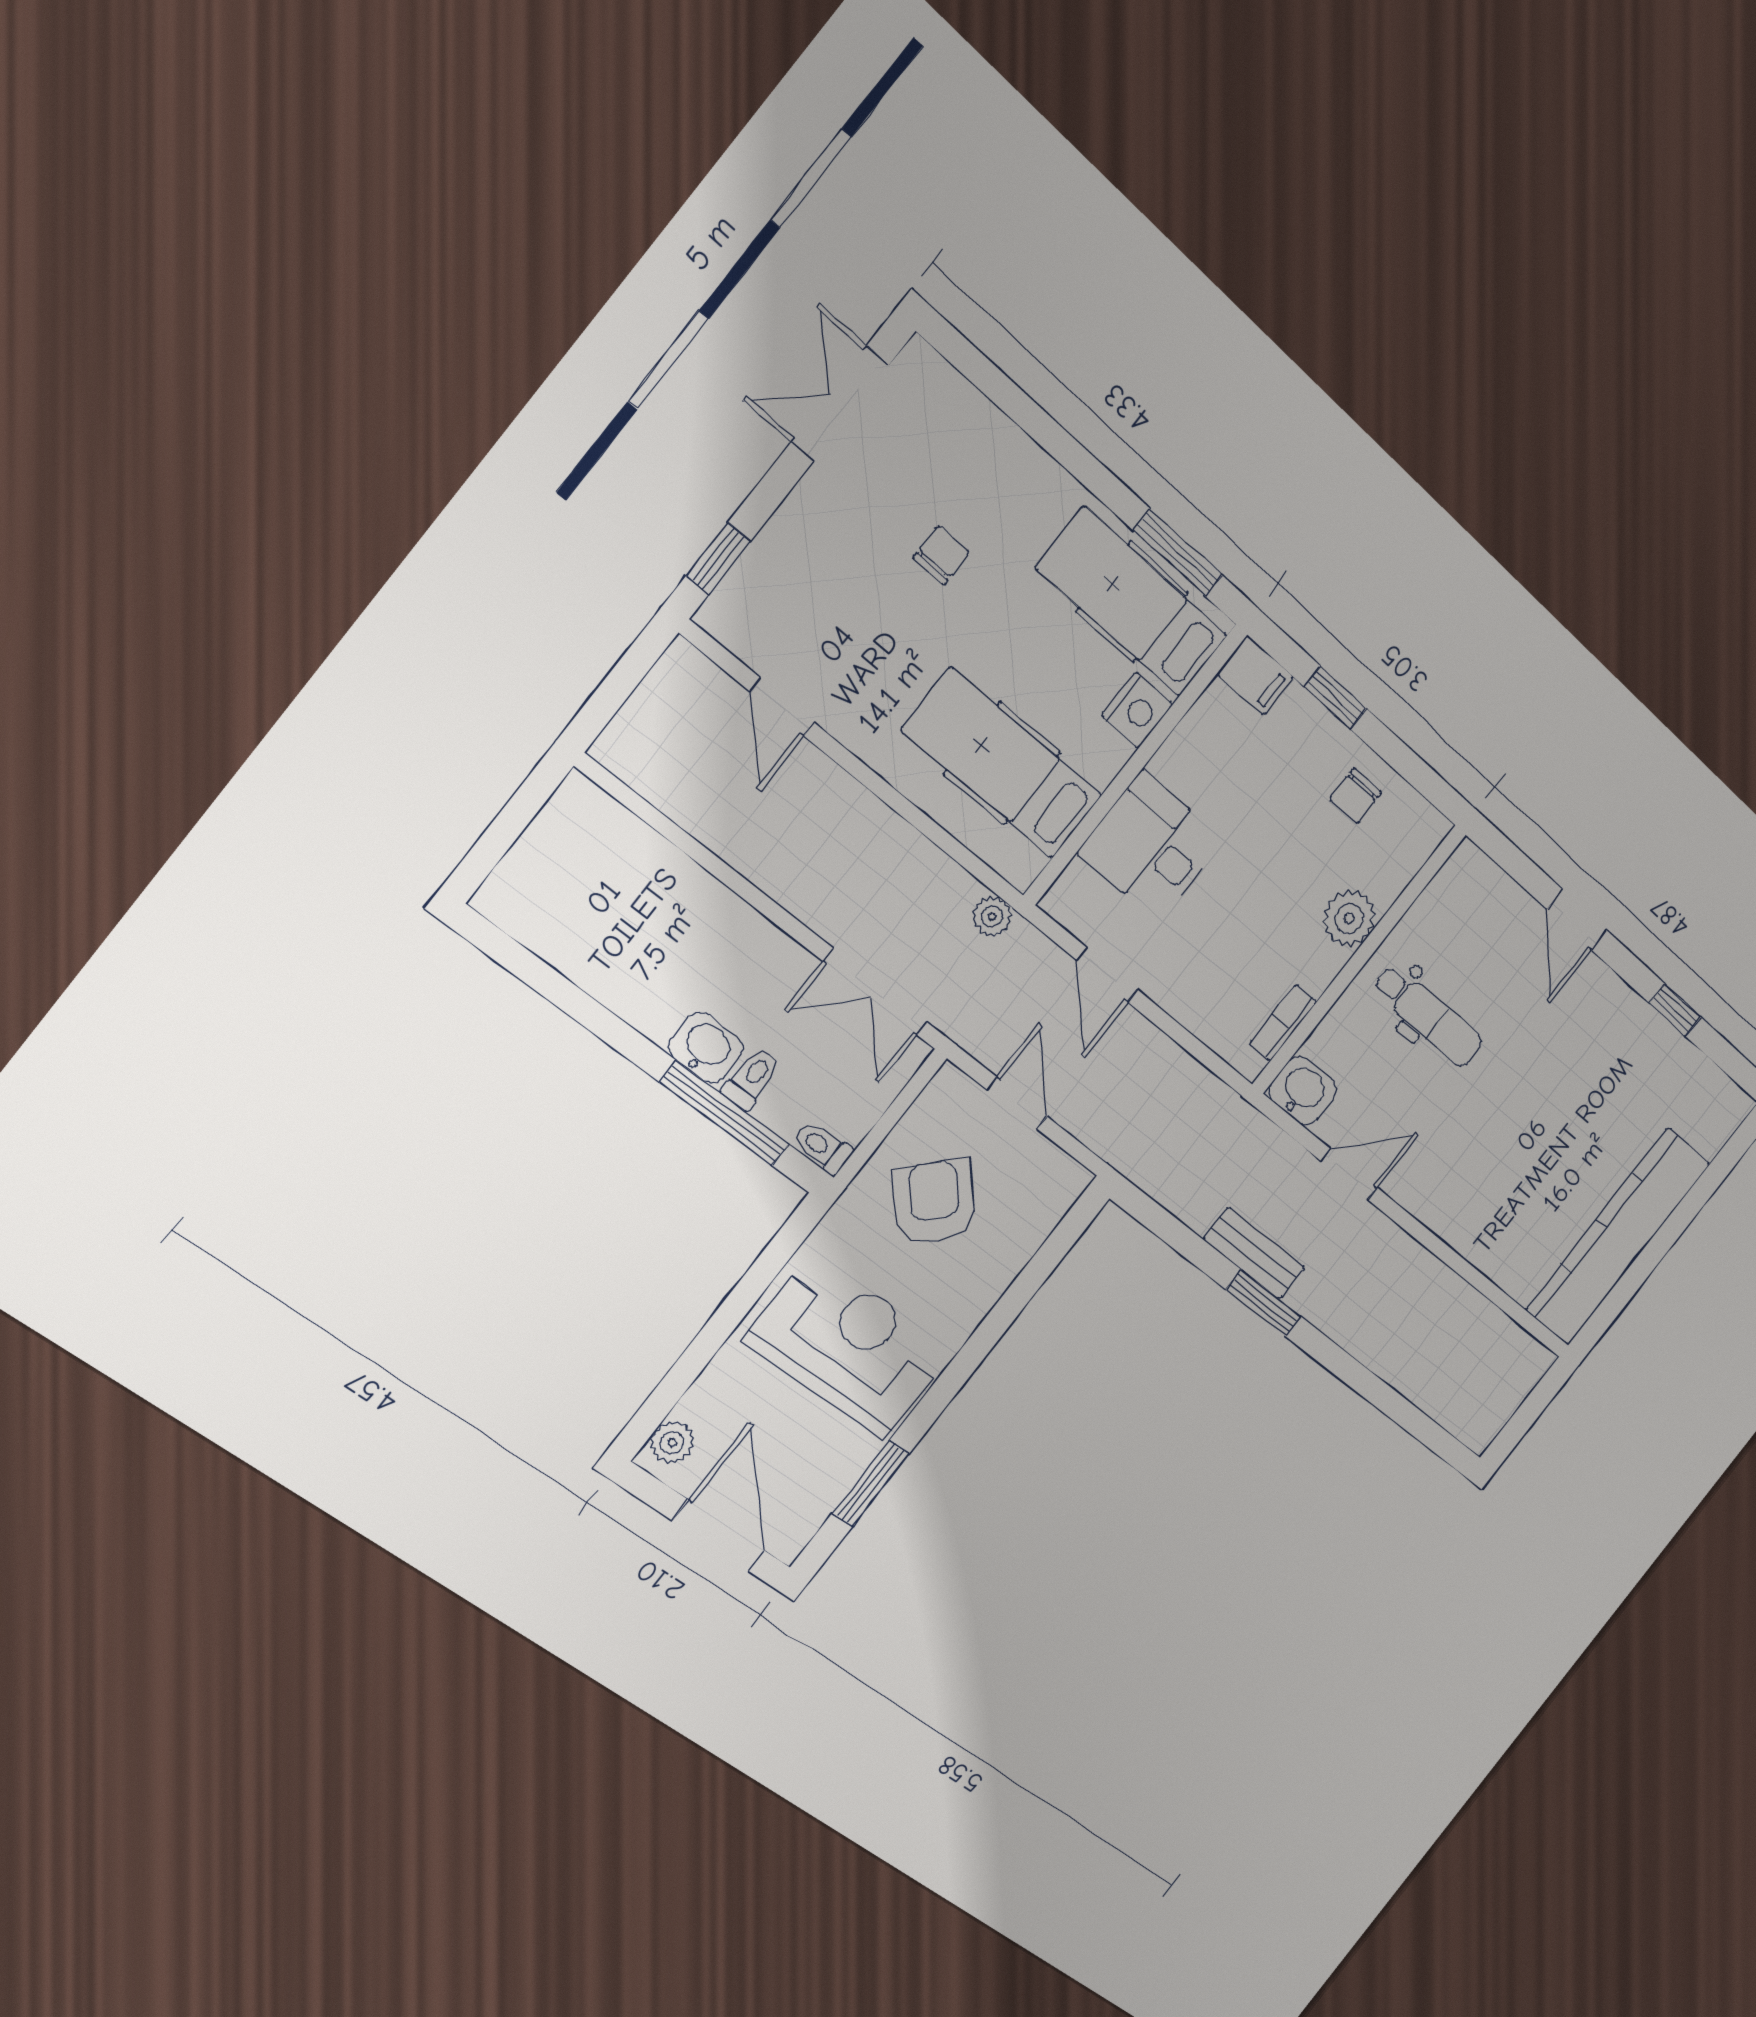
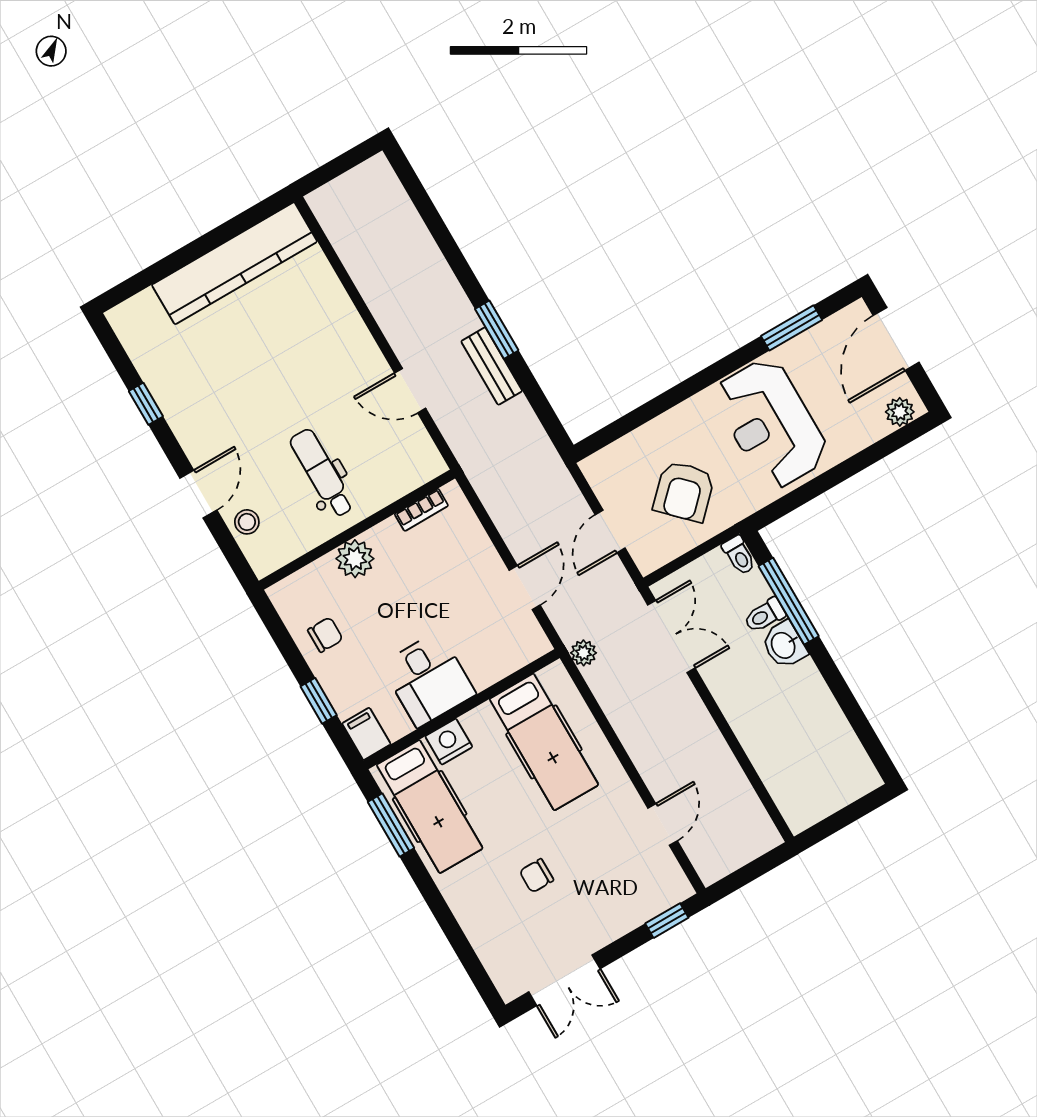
desk: (1151, 847) -> (428, 679), moved
stool: (1505, 909) -> (247, 522), added
washbasin: (1303, 1091) -> (423, 460), removed

